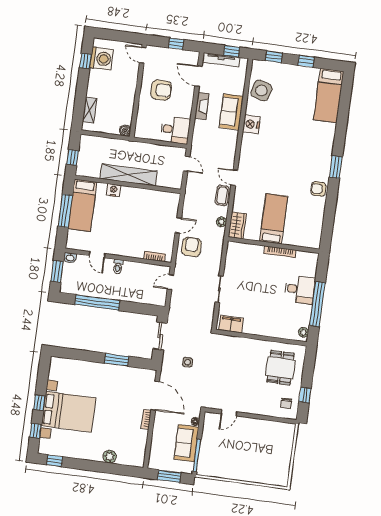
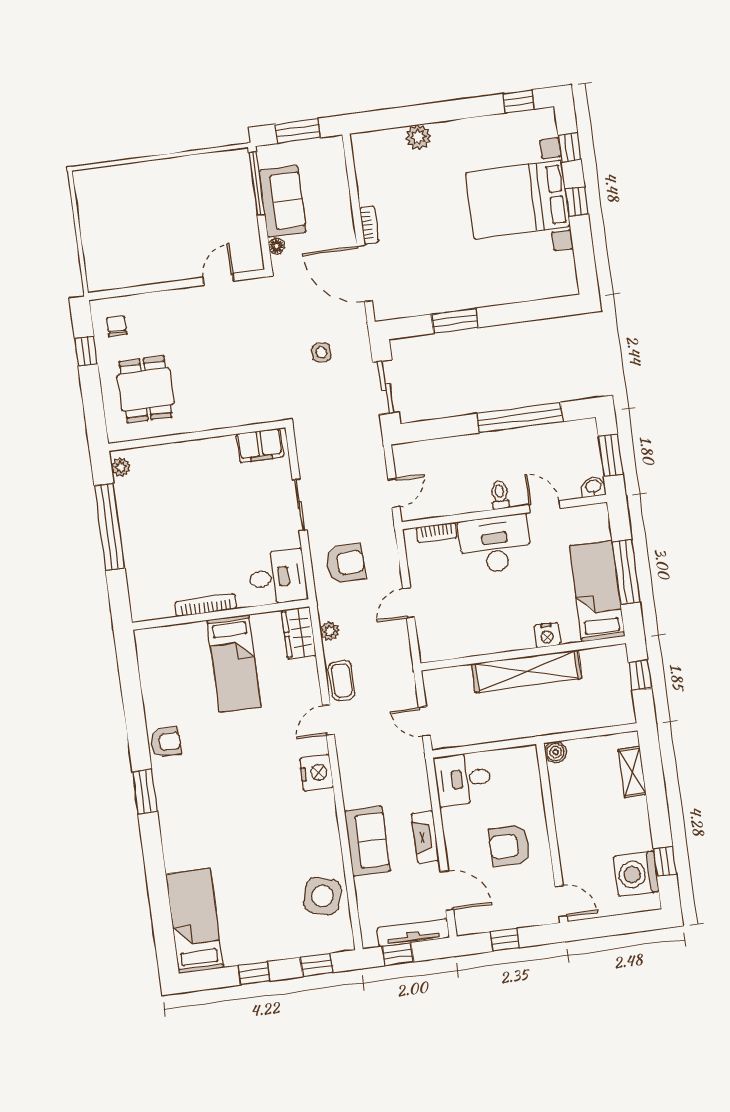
nightstand: (251, 124) -> (316, 773), moved
door: (234, 178) -> (328, 720), swing flipped
desk: (127, 243) -> (495, 544), added
armchair: (191, 247) -> (345, 563), moved, turned -90
desk: (300, 289) -> (278, 577), moved, turned 180

